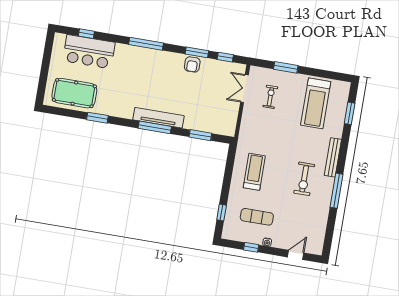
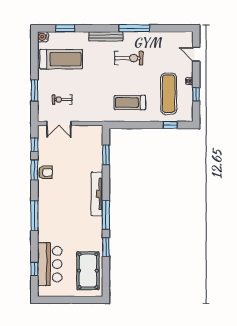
water cooler: (344, 87) -> (43, 37), added
window: (155, 127) -> (106, 215), moved
exercise mat: (257, 217) -> (169, 94), width x1.36, depth x1.45

